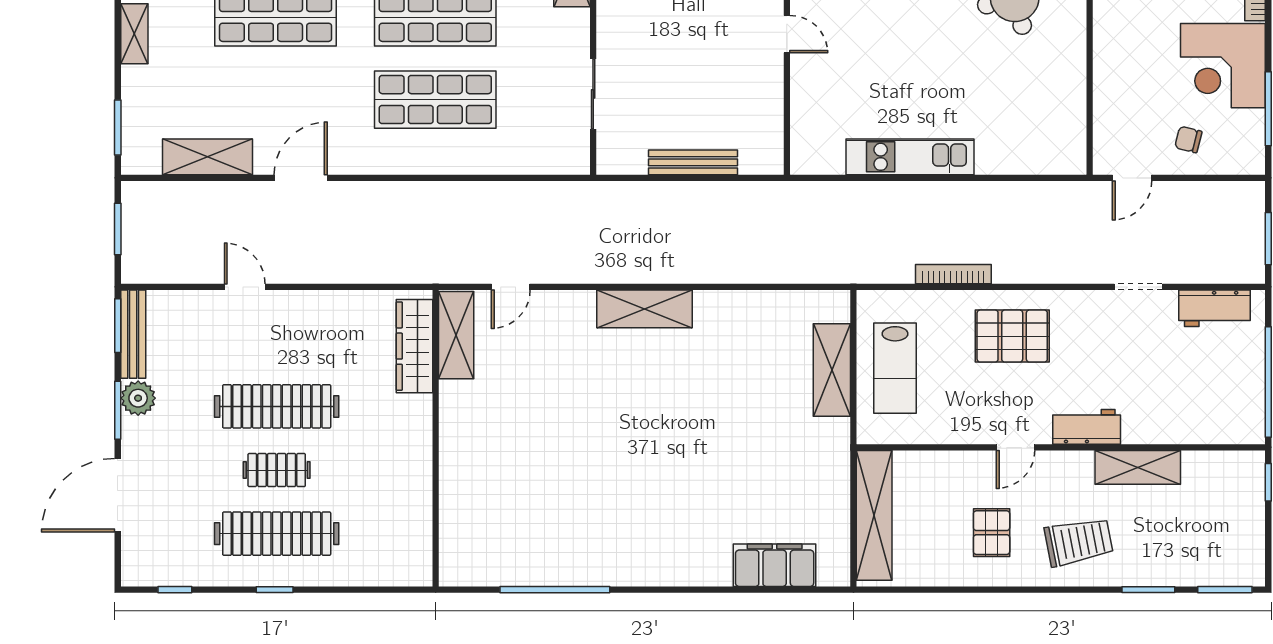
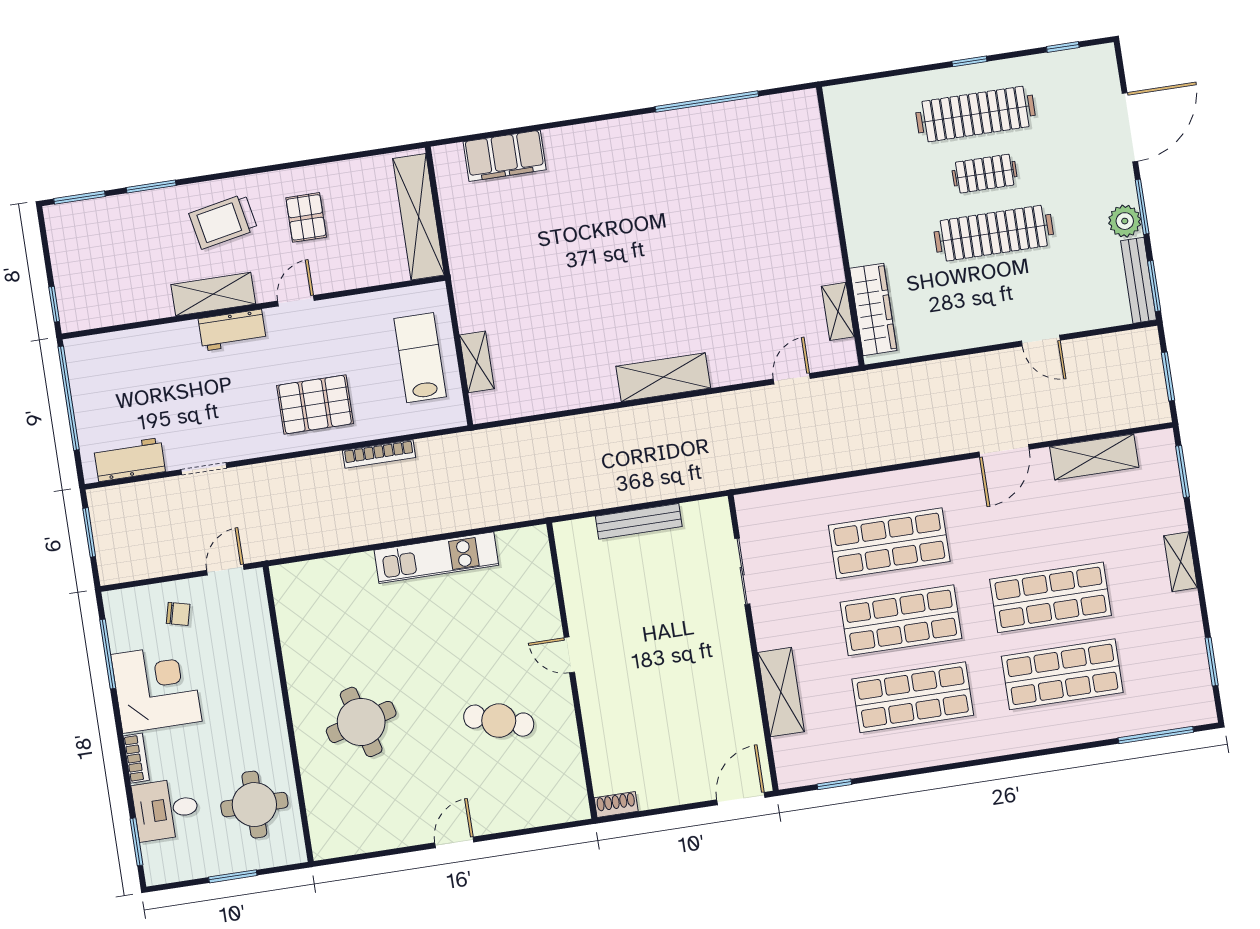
shelving: (456, 335) -> (838, 311), width x0.67, depth x0.75
shelving: (832, 370) -> (477, 362), width x0.67, depth x0.75
shelving: (1138, 467) -> (213, 294), moved

